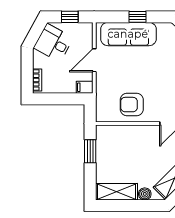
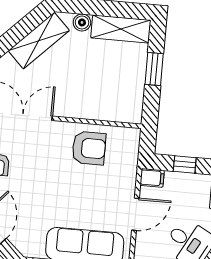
window: (62, 99) -> (185, 164), added
window: (90, 151) -> (154, 69), moved

